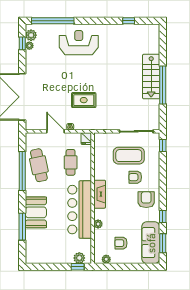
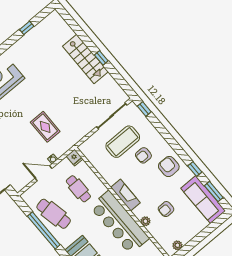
window: (163, 85) -> (101, 58), width x0.32
rug: (84, 100) -> (45, 127), turned 90
armchair: (121, 243) -> (166, 209), moved

